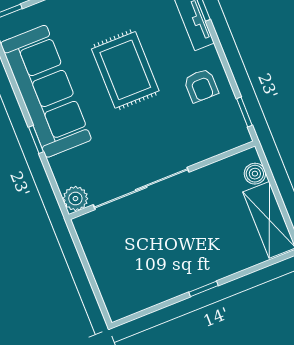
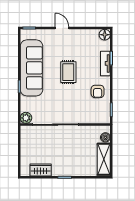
rug: (125, 70) -> (68, 72), width x0.73, depth x0.70
wardrobe: (148, 294) -> (41, 170), added

